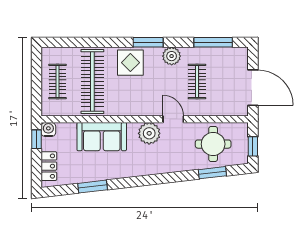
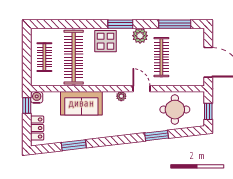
clothes rail: (197, 82) -> (161, 57), width x1.36
plant: (149, 133) -> (121, 96), width x0.53, depth x0.53
window: (212, 173) -> (157, 136), moved

